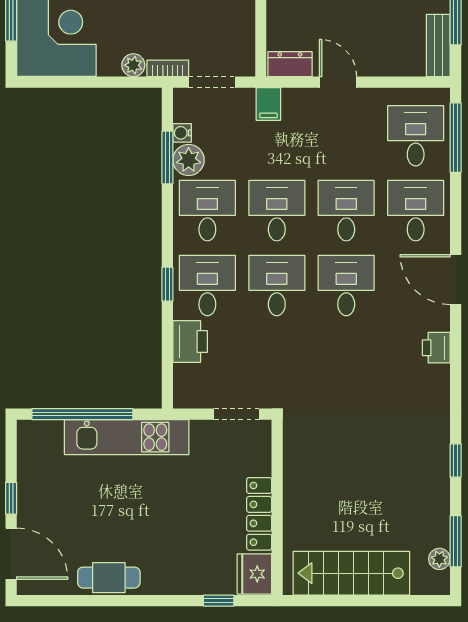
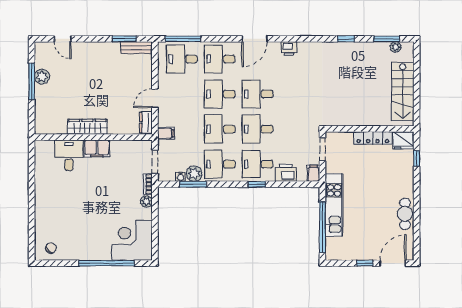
filing cabinet: (189, 396) -> (313, 173), added

